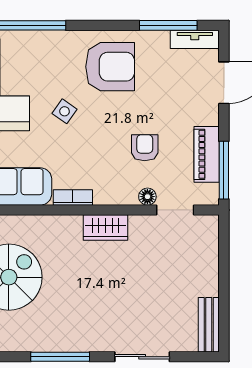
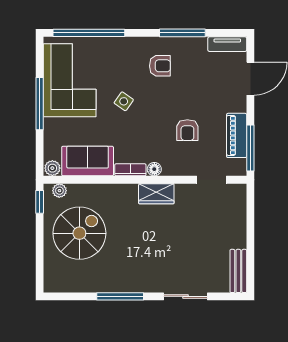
window: (168, 25) -> (182, 33), moved
armchair: (110, 67) -> (160, 66), width x0.53, depth x0.53
armchair: (145, 148) -> (187, 130), turned 180
floor lamp: (147, 197) -> (154, 169), moved

